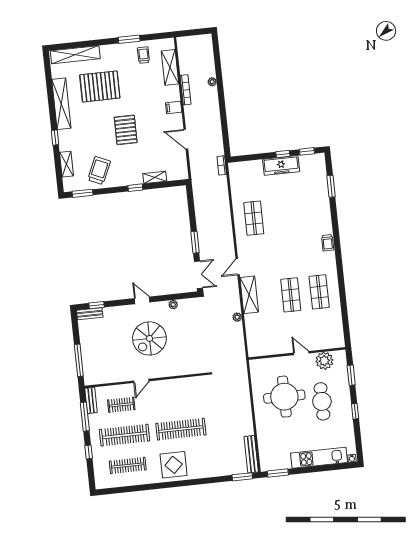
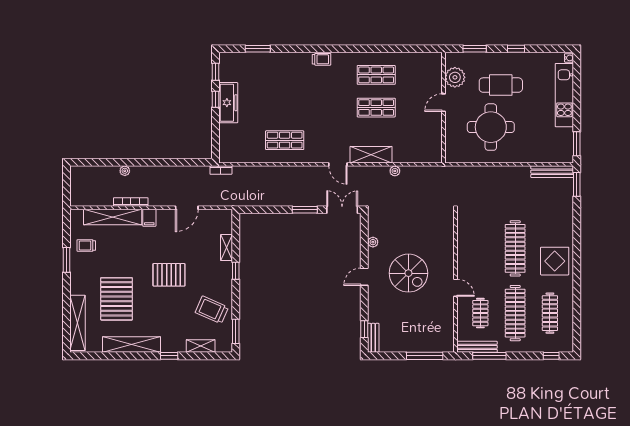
shelving: (170, 67) -> (113, 217), width x1.47
bench: (91, 400) -> (477, 347), width x1.36
window: (89, 452) -> (551, 356), moved

